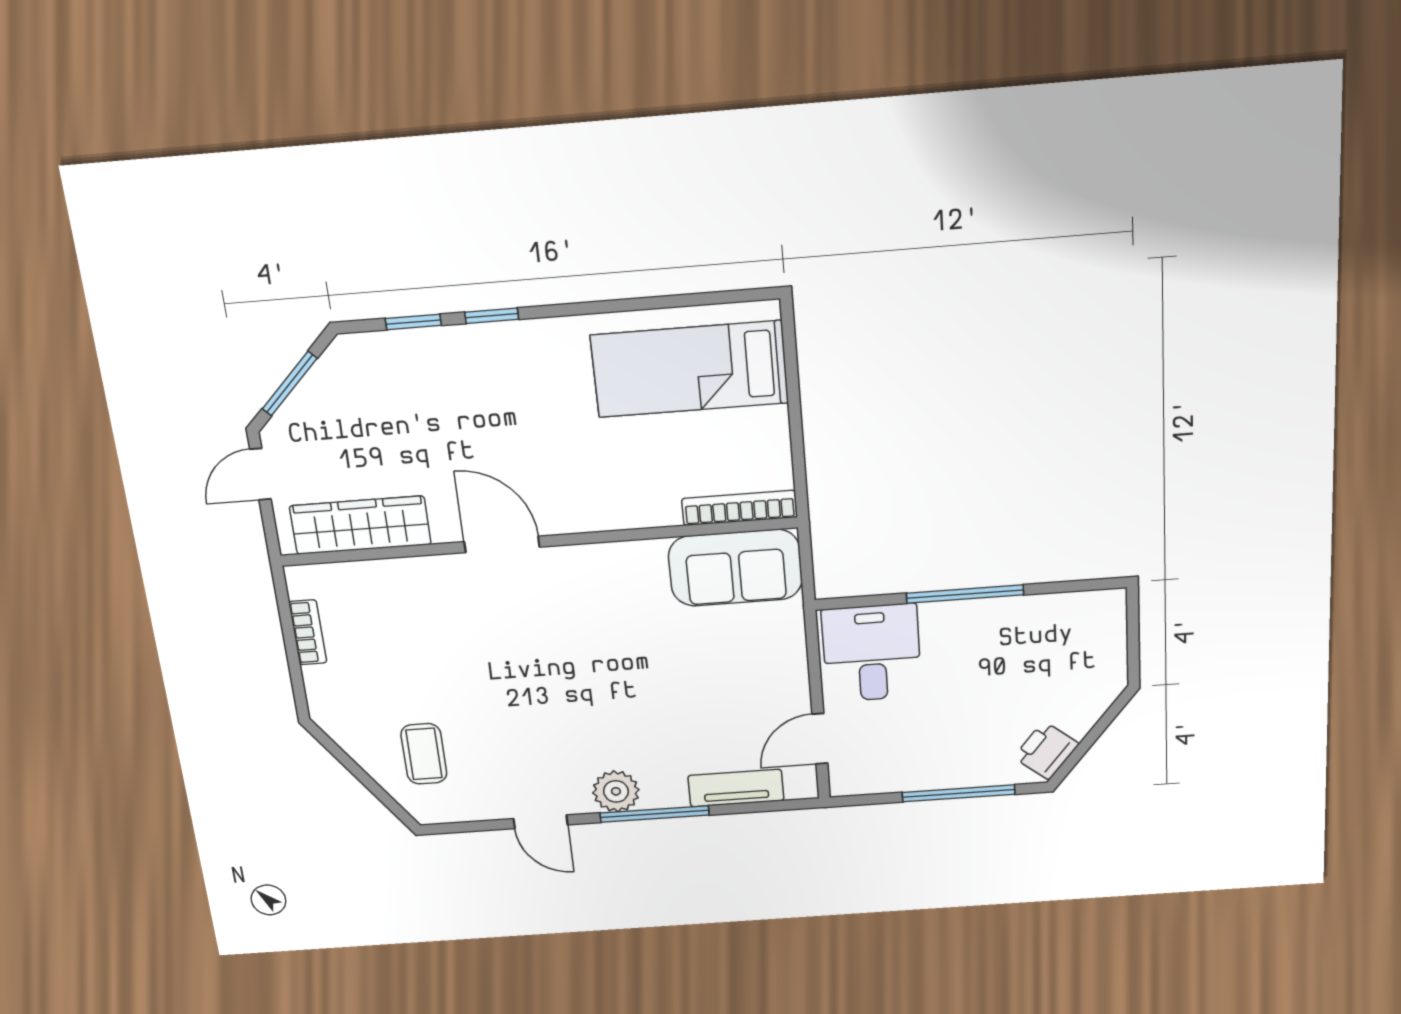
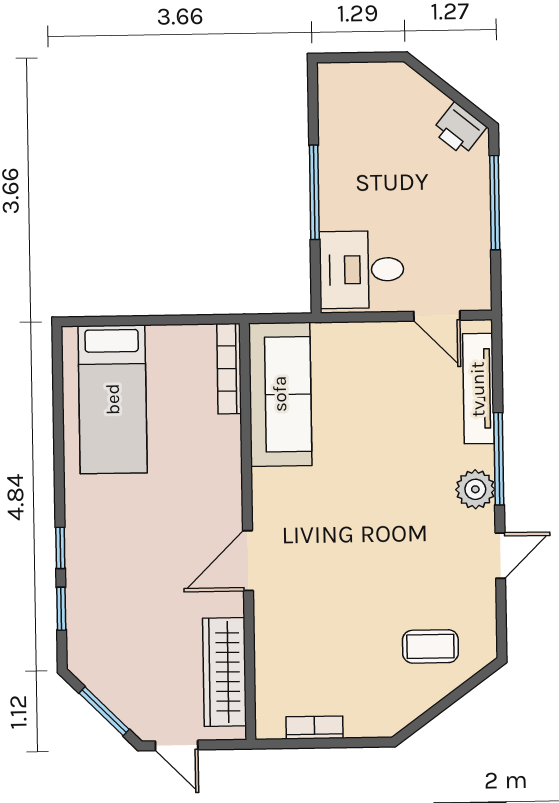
sofa: (735, 568) -> (280, 394), width x1.36
tv unit: (736, 788) -> (478, 389), width x1.41

